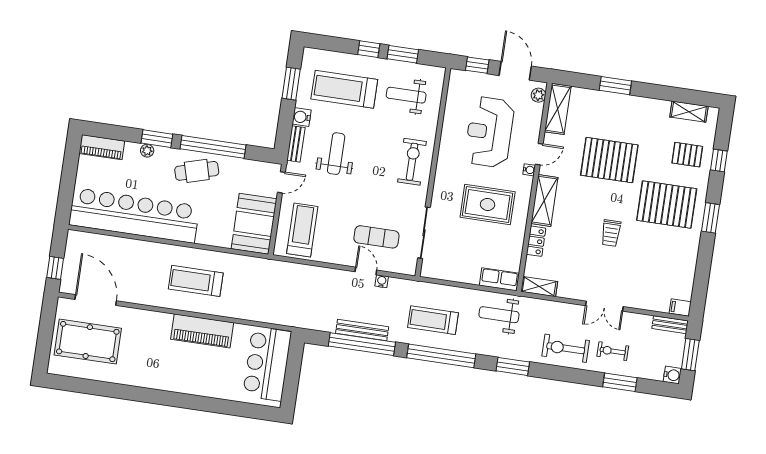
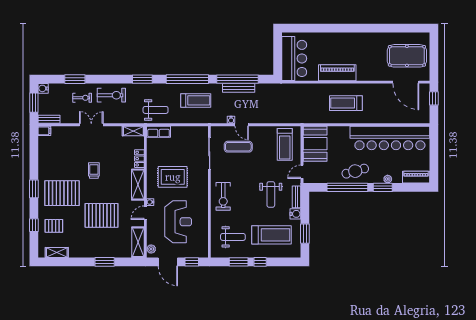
treadmill: (196, 281) -> (346, 103), turned 180

